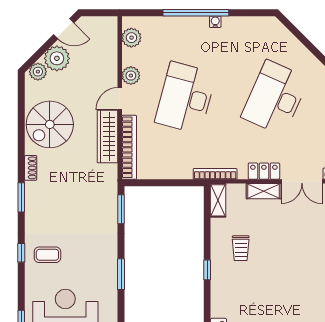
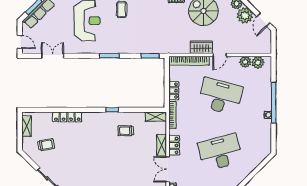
plant: (131, 76) -> (245, 62), moved
desk: (275, 98) -> (220, 152), turned -39
door: (120, 99) -> (220, 55), swing flipped
wardrobe: (108, 136) -> (201, 47), width x0.67
locker: (177, 172) -> (174, 91), added

